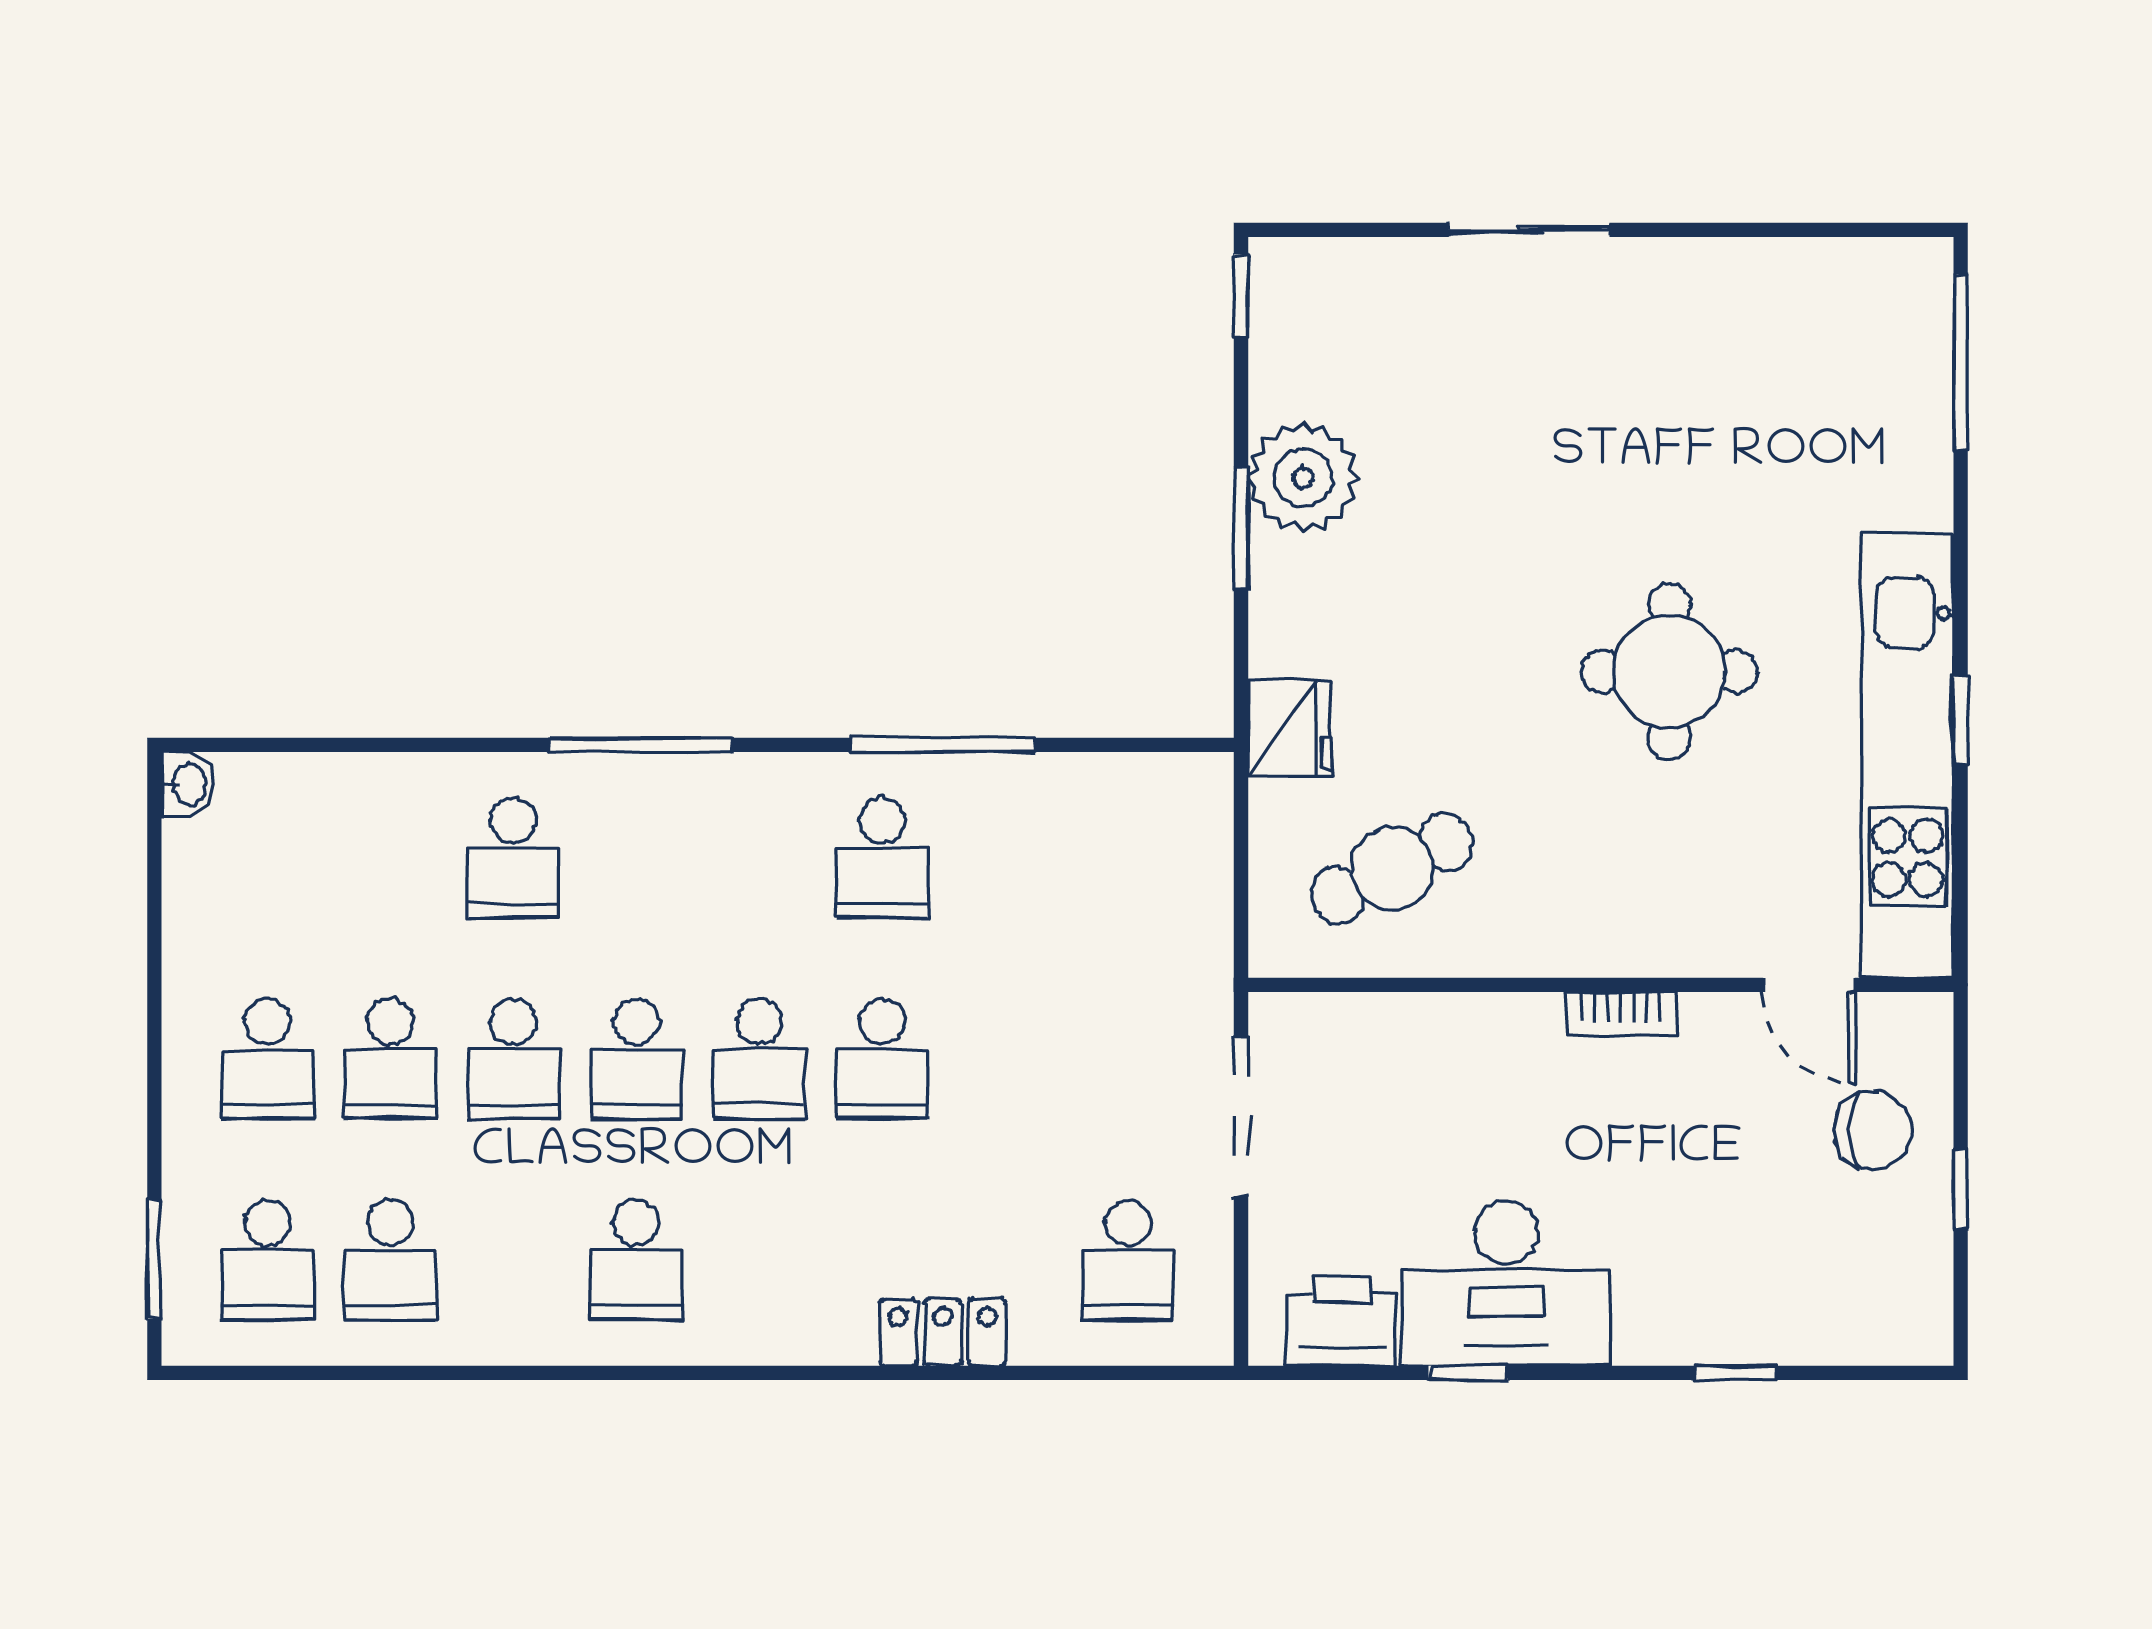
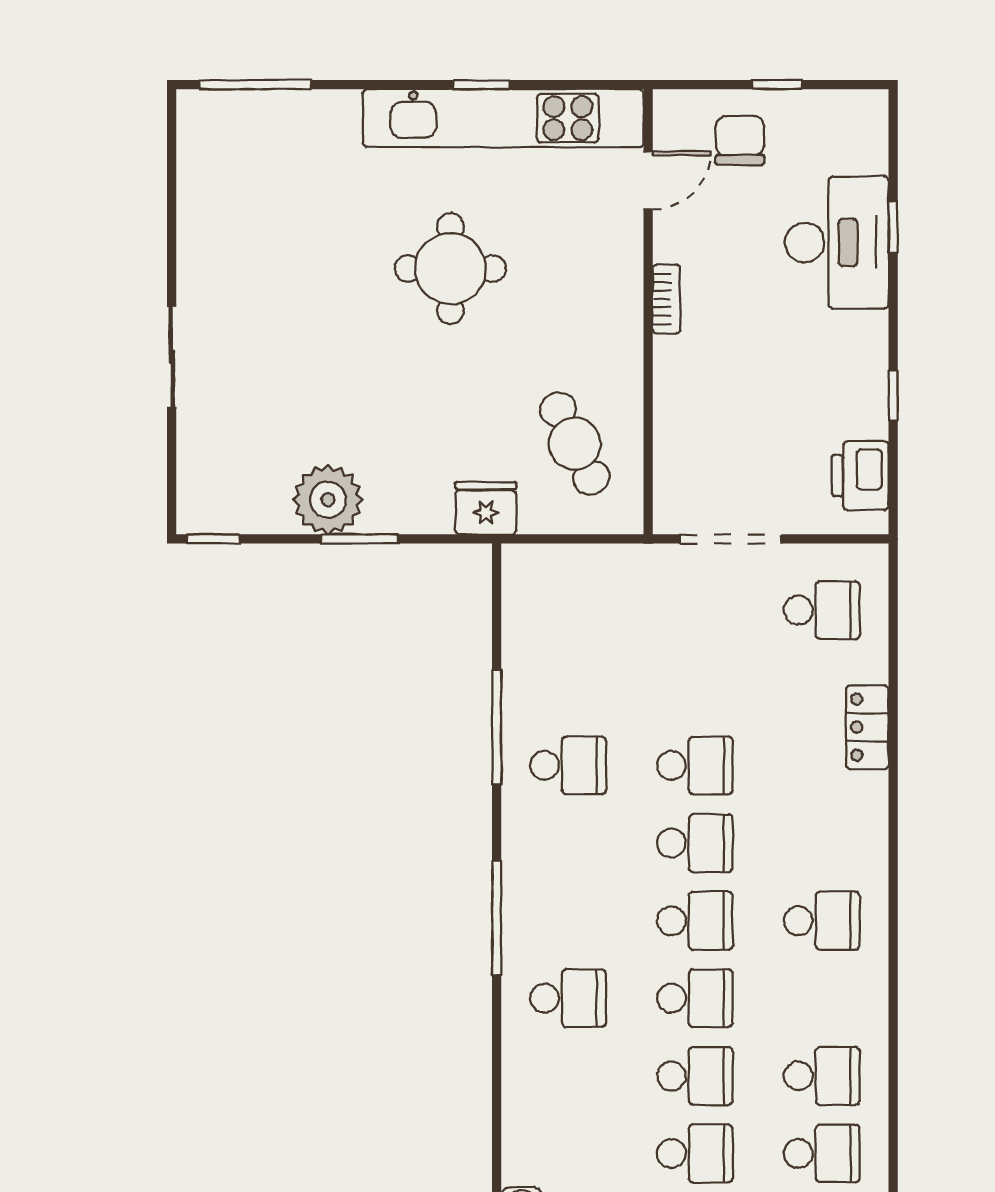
desk: (1506, 1284) -> (837, 242), moved

